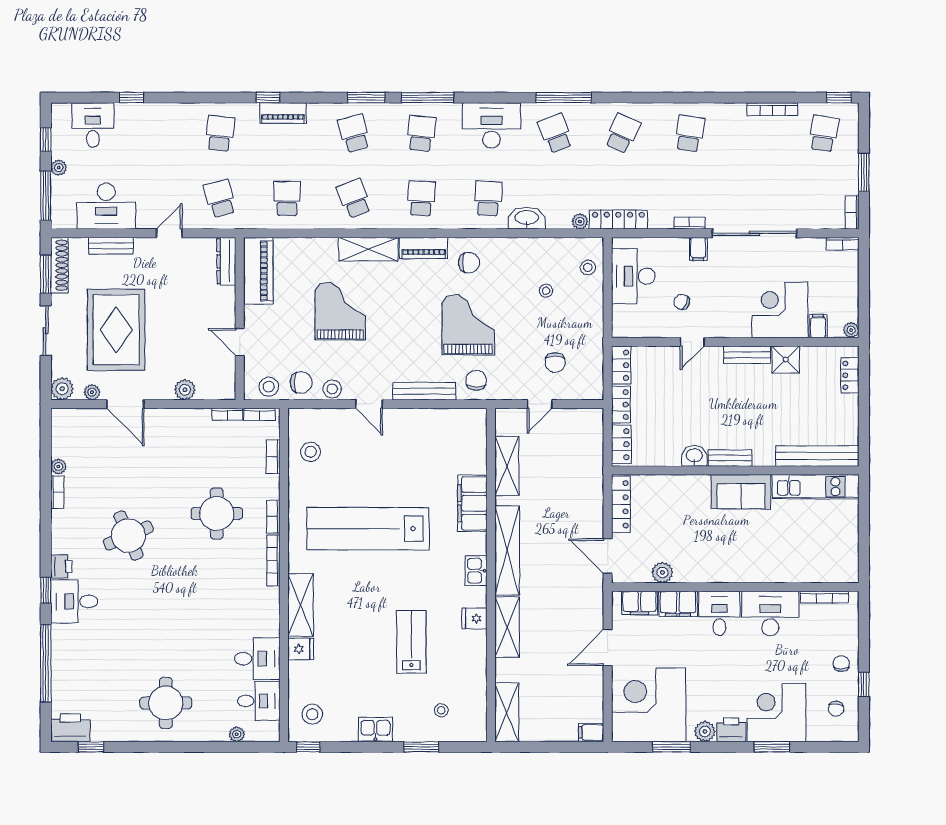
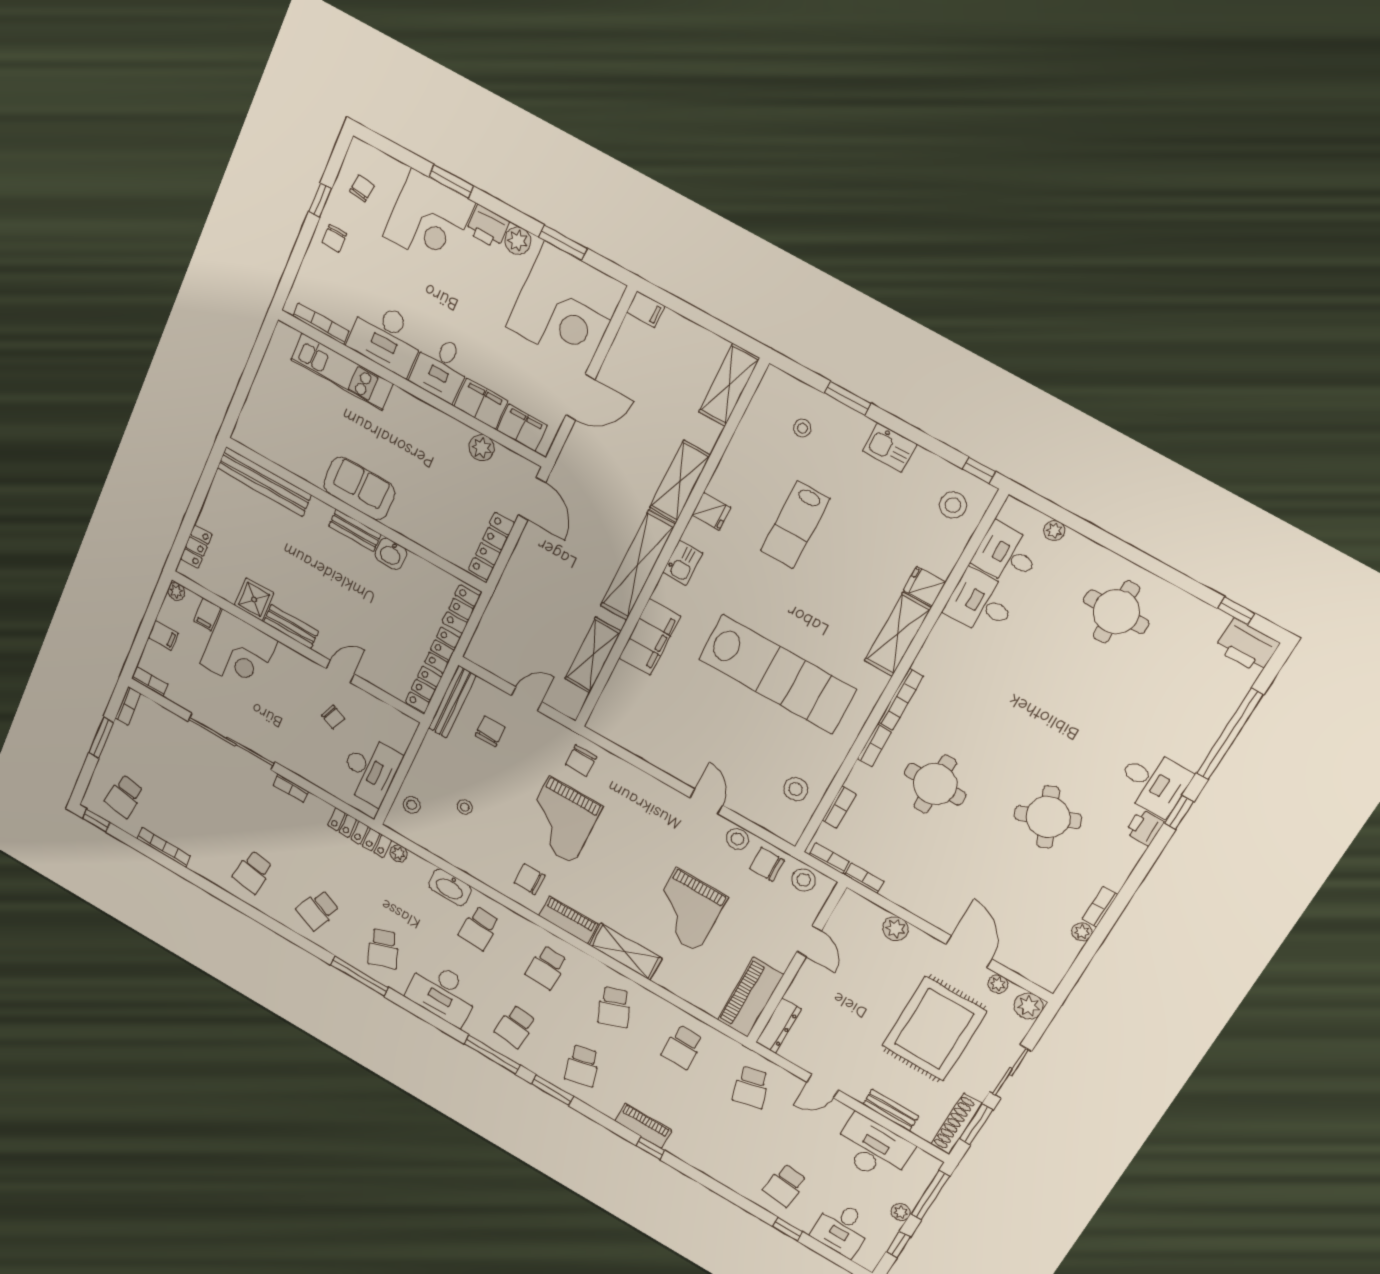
school desk: (220, 133) -> (785, 1185), moved
filing cabinet: (698, 249) -> (163, 635), moved, turned 90
bench: (424, 391) -> (452, 702), moved, turned 90
kitchen unit: (816, 487) -> (342, 372), moved, turned 180

